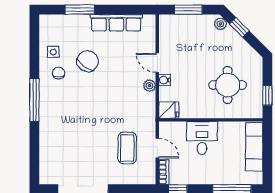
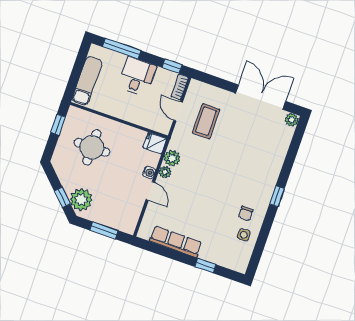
window: (80, 10) -> (205, 266), width x0.67
plant: (220, 24) -> (81, 200), width x1.87, depth x1.87
chair: (88, 61) -> (215, 215), removed
window: (34, 100) -> (277, 196), width x0.46
plant: (147, 101) -> (172, 158), added
desk: (202, 138) -> (137, 76), moved, turned 180
plant: (46, 178) -> (292, 120), added

